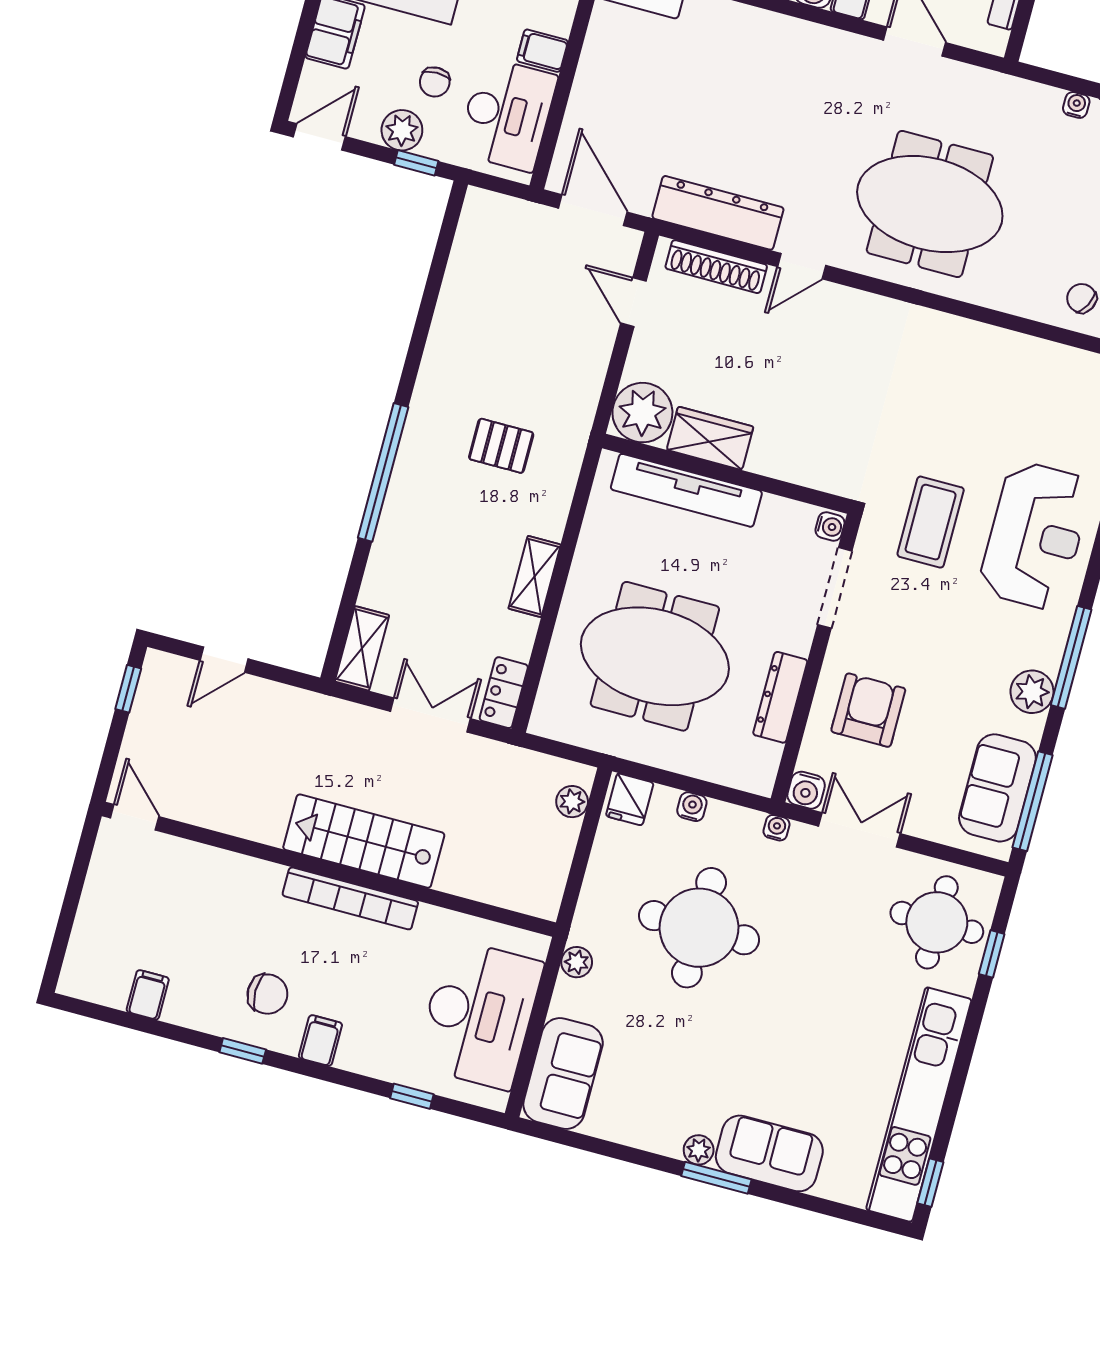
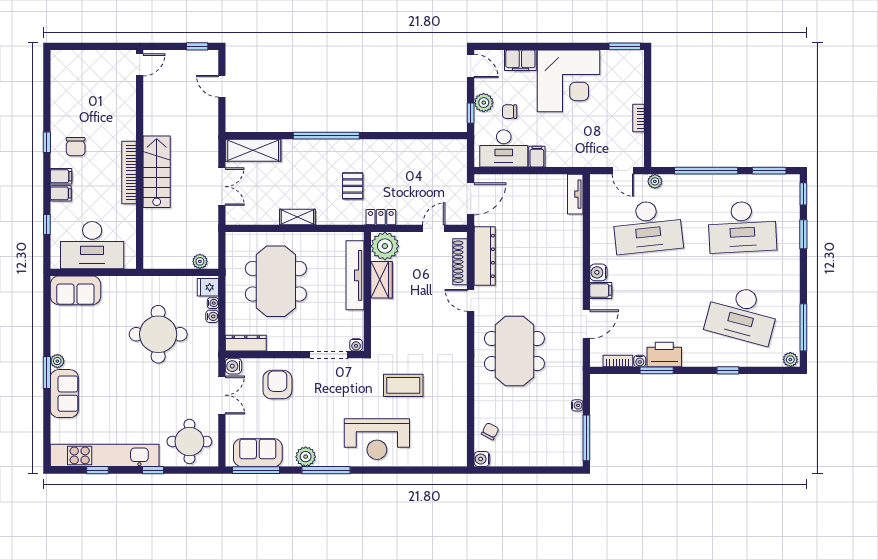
coffee table: (931, 522) -> (403, 385), moved
shelving: (362, 648) -> (253, 150), width x1.50, depth x1.33
locker: (504, 693) -> (381, 217), moved
dresser: (780, 697) -> (246, 343), moved
armchair: (868, 710) -> (277, 385), turned -90
water cooler: (776, 828) -> (213, 303), moved
window: (992, 954) -> (153, 470), moved
plant: (577, 962) -> (128, 283), removed
filing cabinet: (148, 995) -> (61, 193), moved
window: (930, 1183) -> (98, 470), moved

